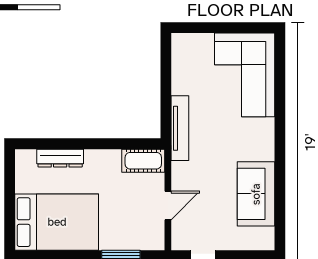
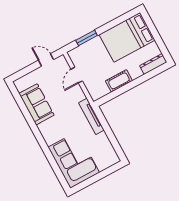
dresser: (60, 158) -> (153, 64), moved
cot: (143, 161) -> (119, 81), moved

